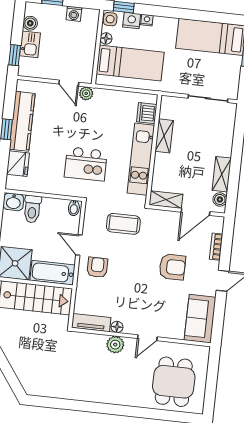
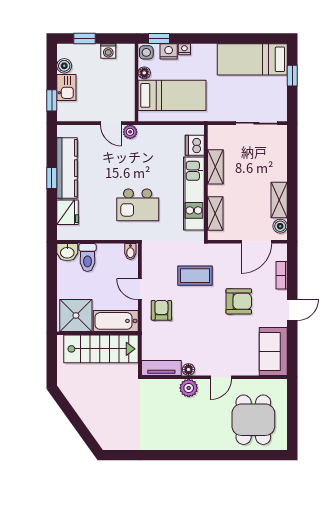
shelving: (166, 200) -> (215, 214), moved, turned 90
coffee table: (123, 224) -> (195, 276), moved

